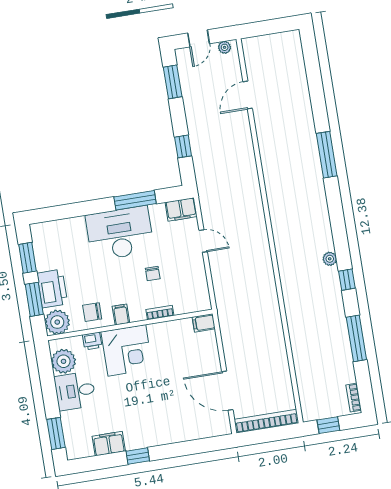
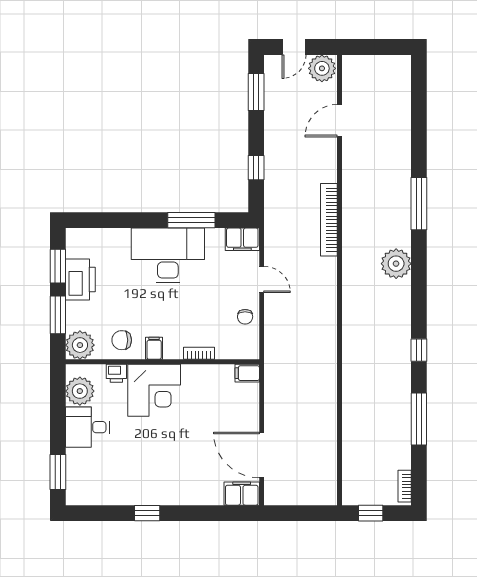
plant: (225, 47) -> (322, 68), width x1.88, depth x1.88
plant: (330, 259) -> (396, 264), moved, width x1.87, depth x1.87
chair: (153, 273) -> (245, 317), moved
printer: (52, 289) -> (80, 280), moved
bookcase: (266, 421) -> (329, 220), moved, turned -90
filing cabinet: (109, 444) -> (242, 494), moved

